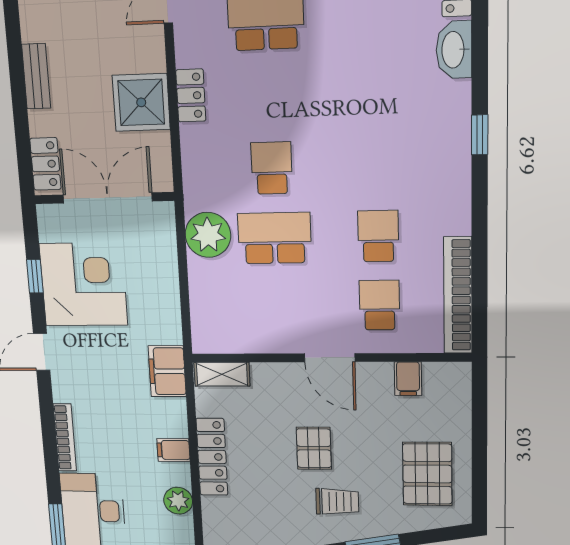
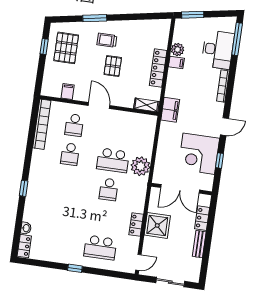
washbasin: (454, 50) -> (26, 228), width x0.52, depth x0.69
locker: (45, 164) -> (202, 218), moved
filing cabinet: (173, 450) -> (176, 62), moved
window: (479, 470) -> (44, 47), added

